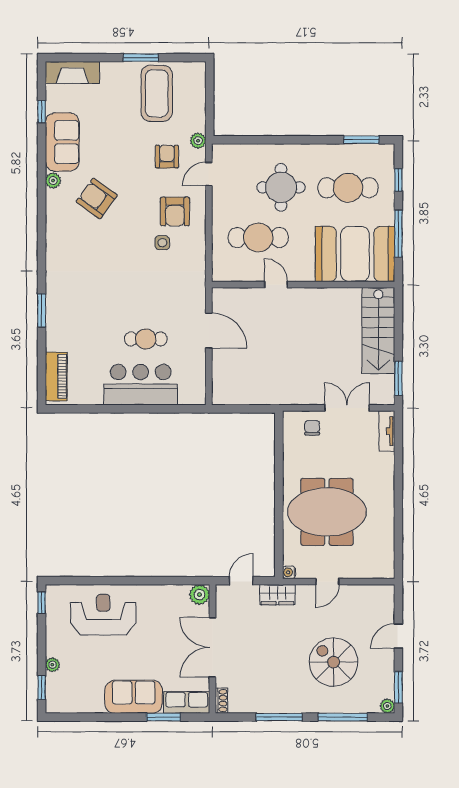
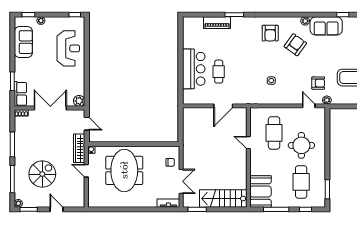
armchair: (175, 212) -> (270, 33), moved, turned -90
booth: (355, 254) -> (261, 192), width x0.73, depth x0.70
door: (276, 285) -> (248, 143), swing flipped
piano: (56, 376) -> (217, 23), moved
wardrobe: (277, 595) -> (79, 148), width x1.50
sofa: (134, 697) -> (23, 42), moved

